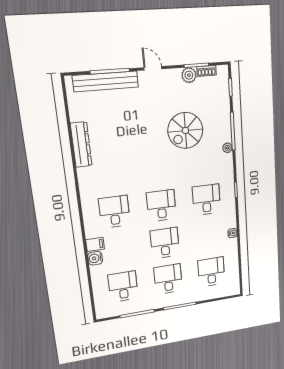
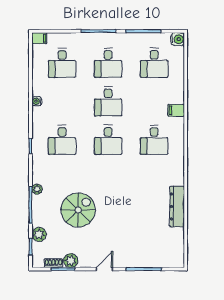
door: (153, 68) -> (104, 269), swing flipped
bench: (106, 81) -> (148, 261), removed
plant: (223, 101) -> (39, 234), added
water cooler: (95, 258) -> (178, 39), moved
filing cabinet: (233, 290) -> (39, 38), added

